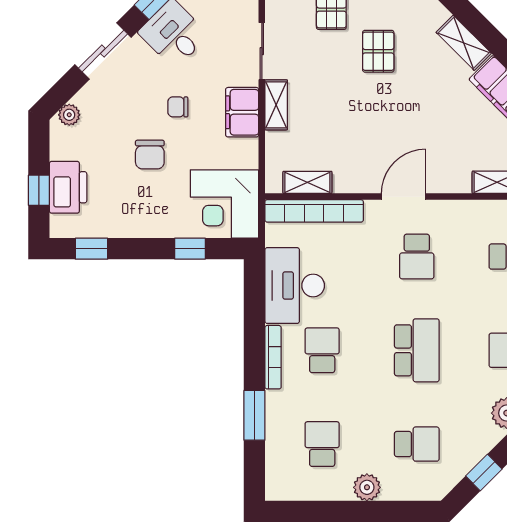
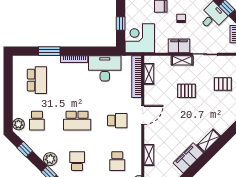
pallet: (378, 51) -> (187, 91), moved
door: (404, 197) -> (143, 115), hinge flipped
school desk: (417, 257) -> (117, 121), turned 180
school desk: (322, 350) -> (77, 80), removed
school desk: (322, 444) -> (37, 80), width x1.85
plant: (367, 487) -> (18, 124), moved

